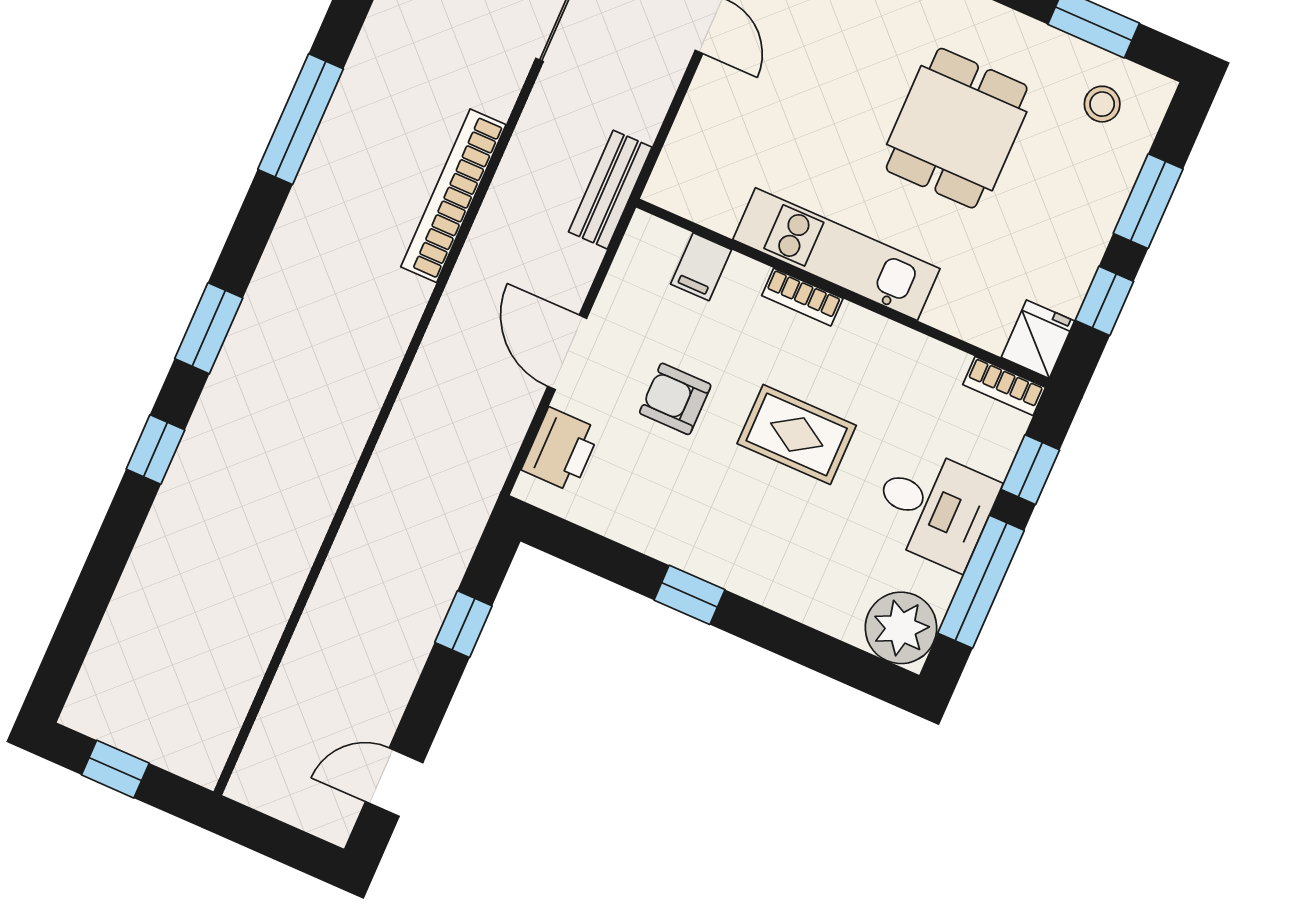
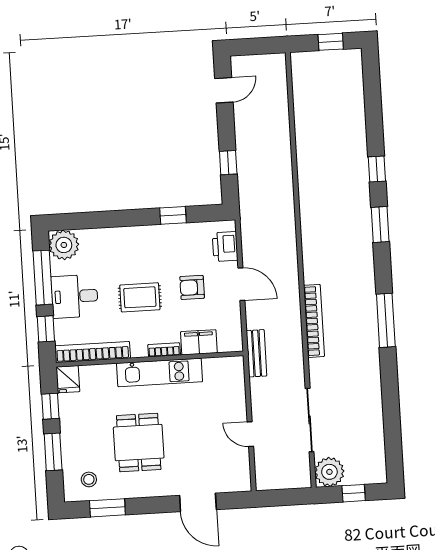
filing cabinet: (701, 267) -> (199, 342), width x2.00
bookcase: (1004, 386) -> (93, 352), width x2.31, depth x1.31
armchair: (675, 399) -> (192, 287), turned 180
window: (690, 595) -> (173, 215), moved

